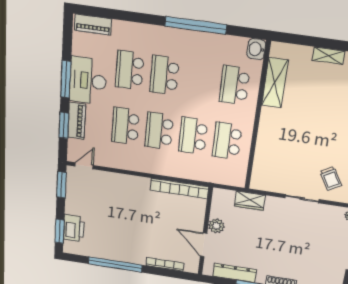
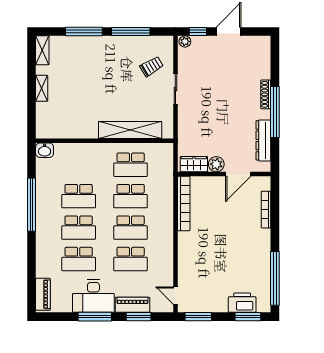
shelving: (275, 83) -> (130, 130), moved, width x1.47
school desk: (235, 85) -> (79, 196), moved
wardrobe: (250, 201) -> (194, 164), moved, turned -90
window: (115, 264) -> (275, 278), moved

